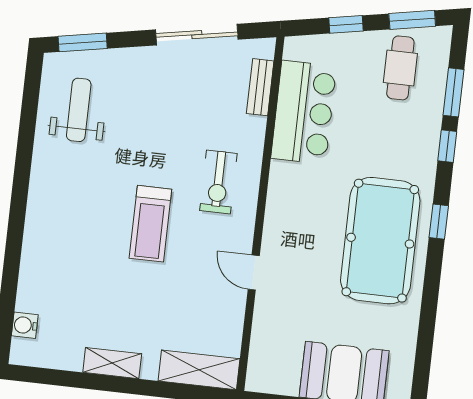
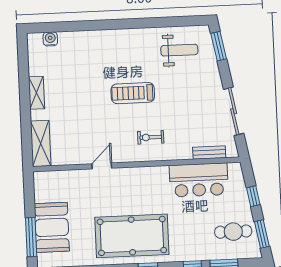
exercise bike: (218, 182) -> (151, 137), width x0.73, depth x0.72
treadmill: (150, 224) -> (133, 93), moved

